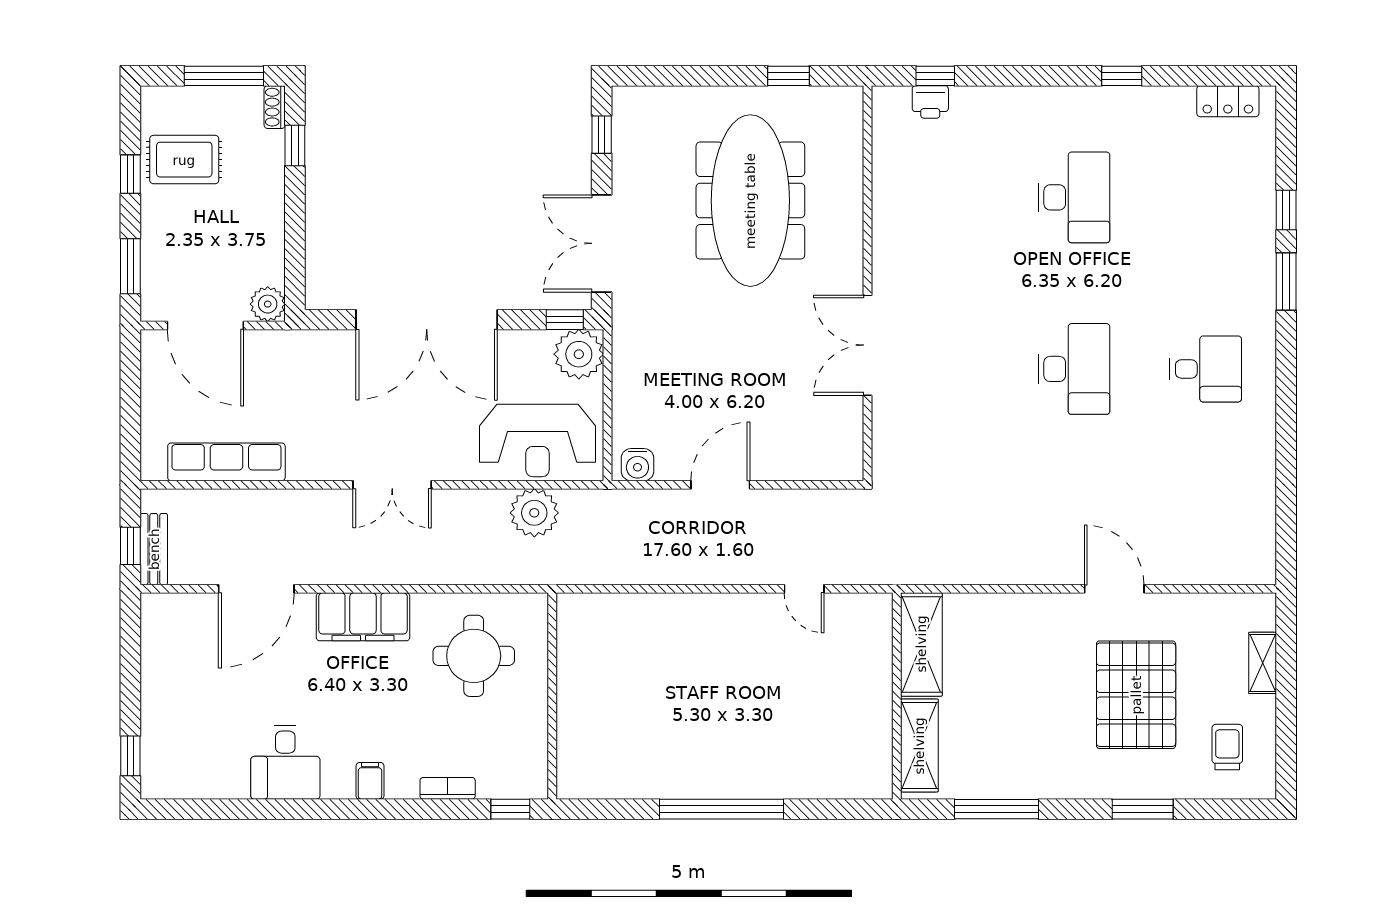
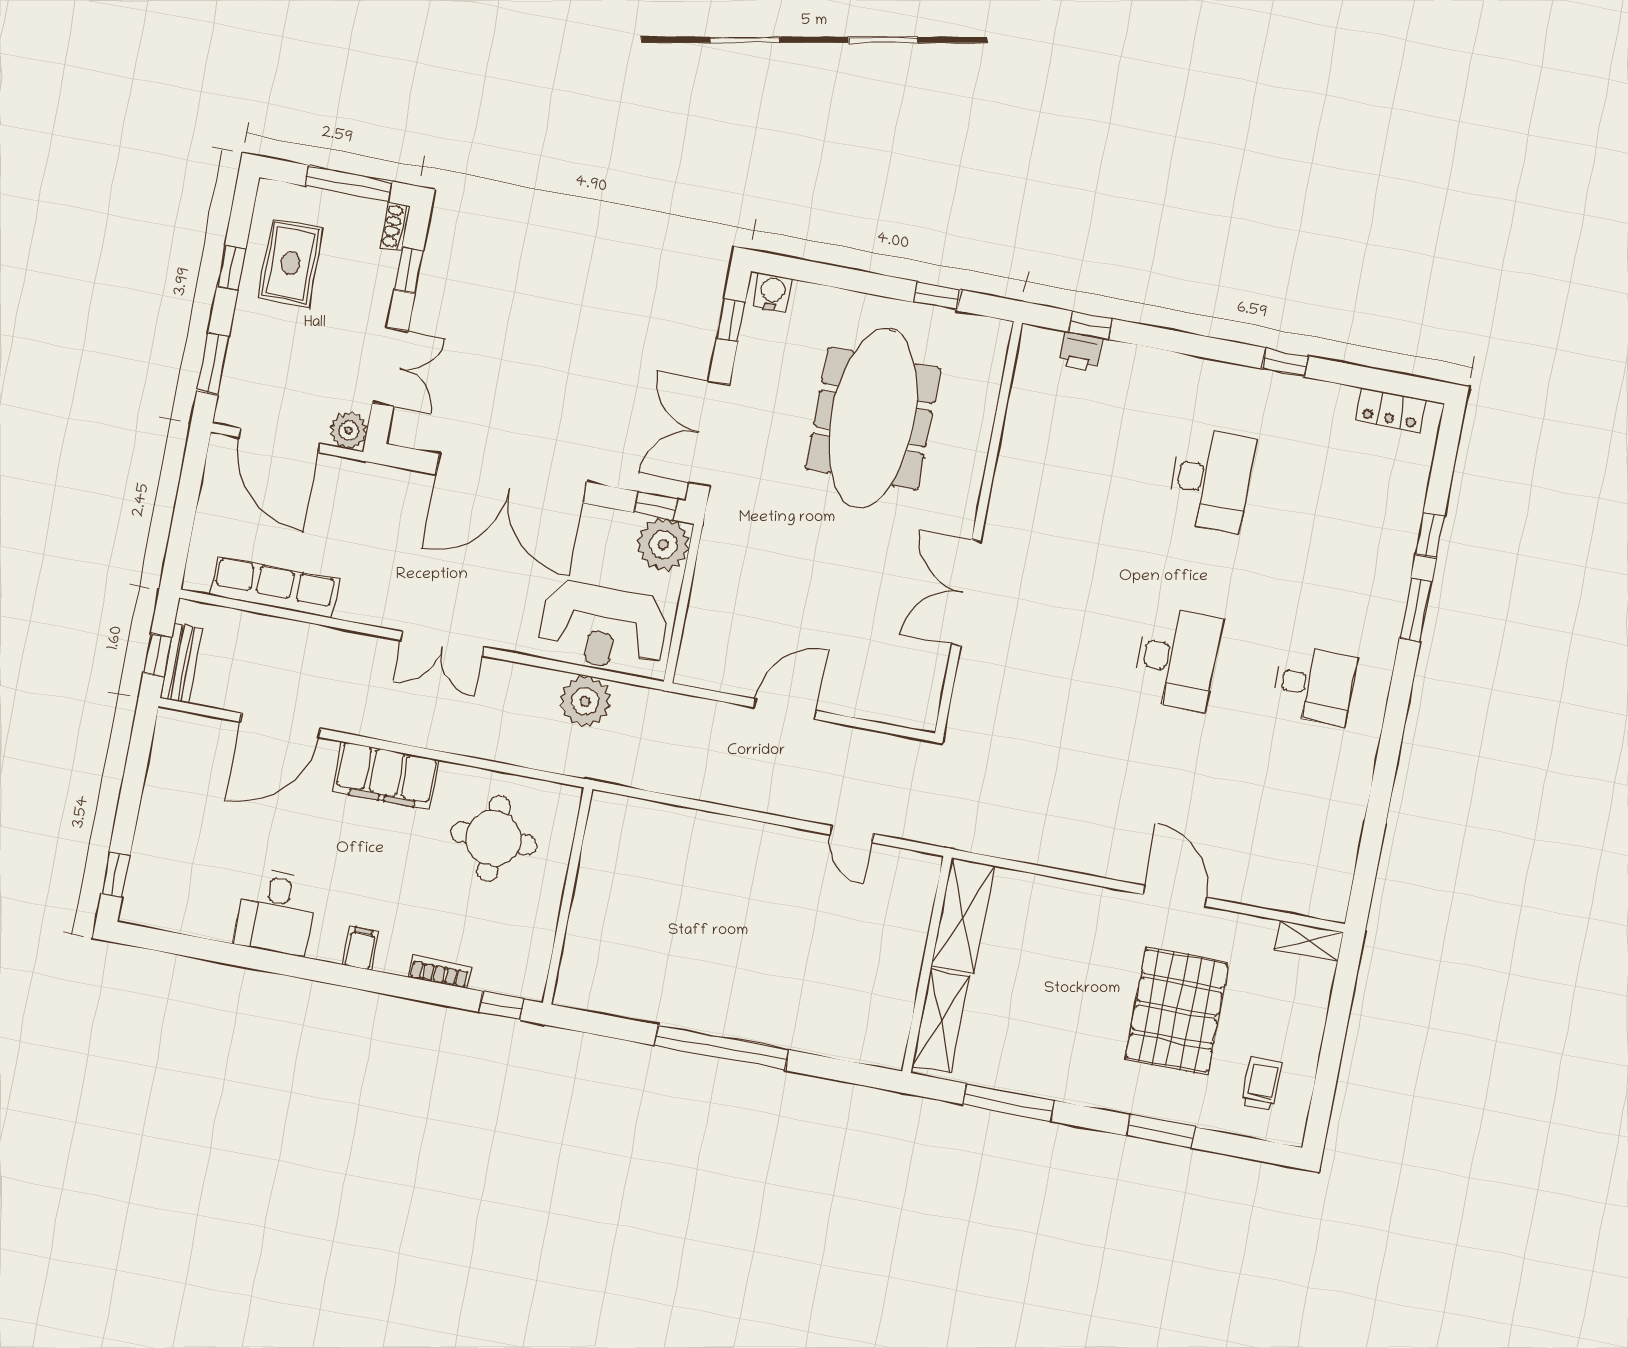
rug: (184, 160) -> (290, 263), turned 90
double door: (295, 238) -> (390, 367), added
water cooler: (637, 465) -> (772, 293), moved, turned 180
shelving: (1263, 663) -> (1309, 941), moved, turned 90

